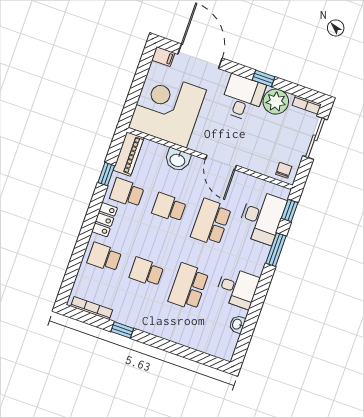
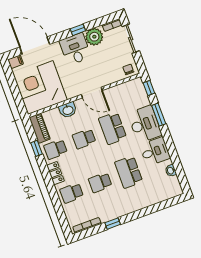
desk: (262, 217) -> (145, 124), moved

